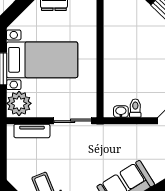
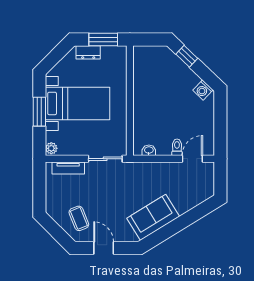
plant: (19, 103) -> (51, 148), width x0.53, depth x0.53
toilet: (135, 108) -> (177, 147), moved

